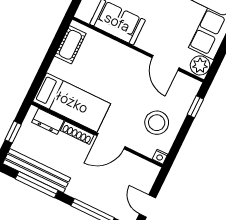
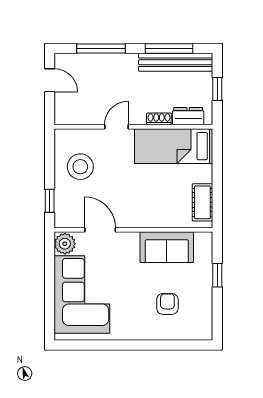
shoe rack: (77, 133) -> (159, 119), width x0.70
door: (111, 141) -> (116, 127), width x0.73
nightstand: (160, 157) -> (61, 135), removed

